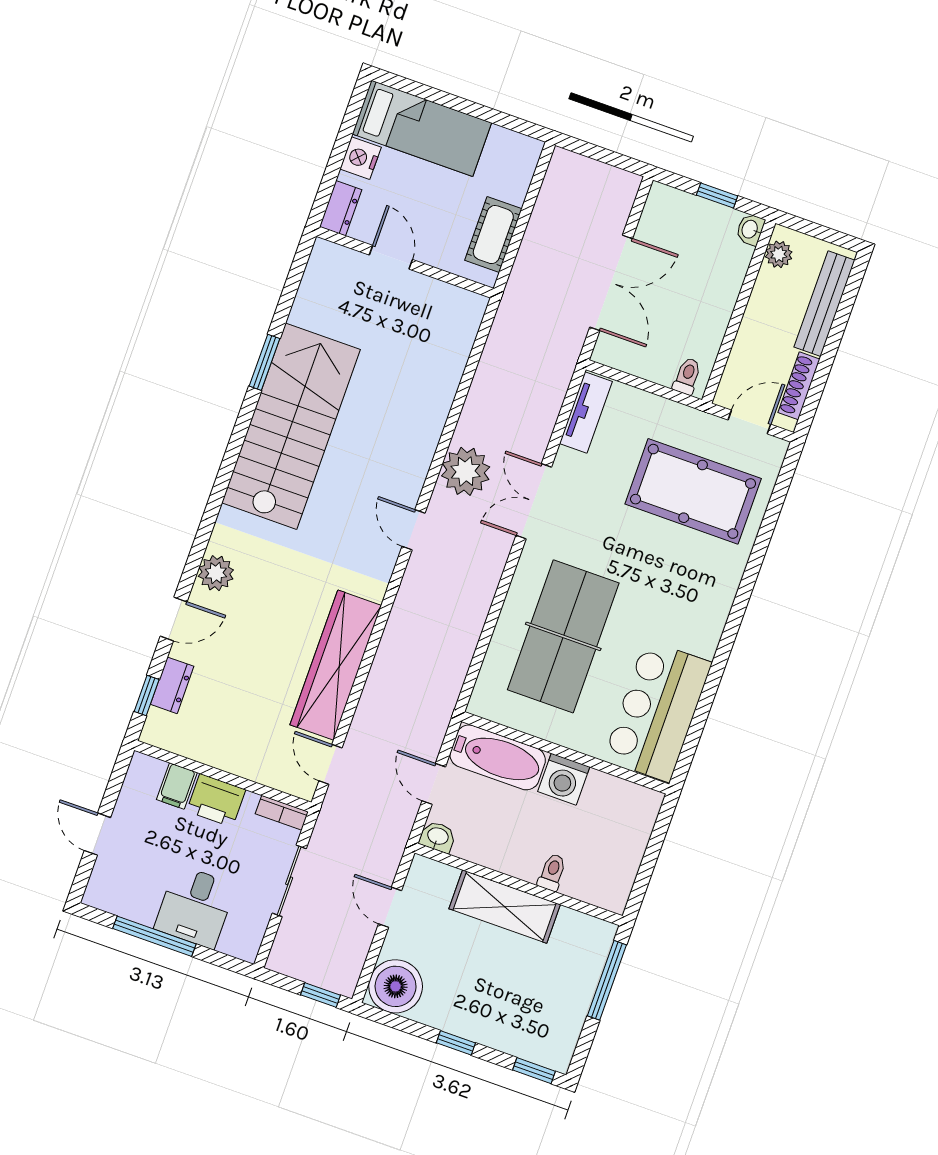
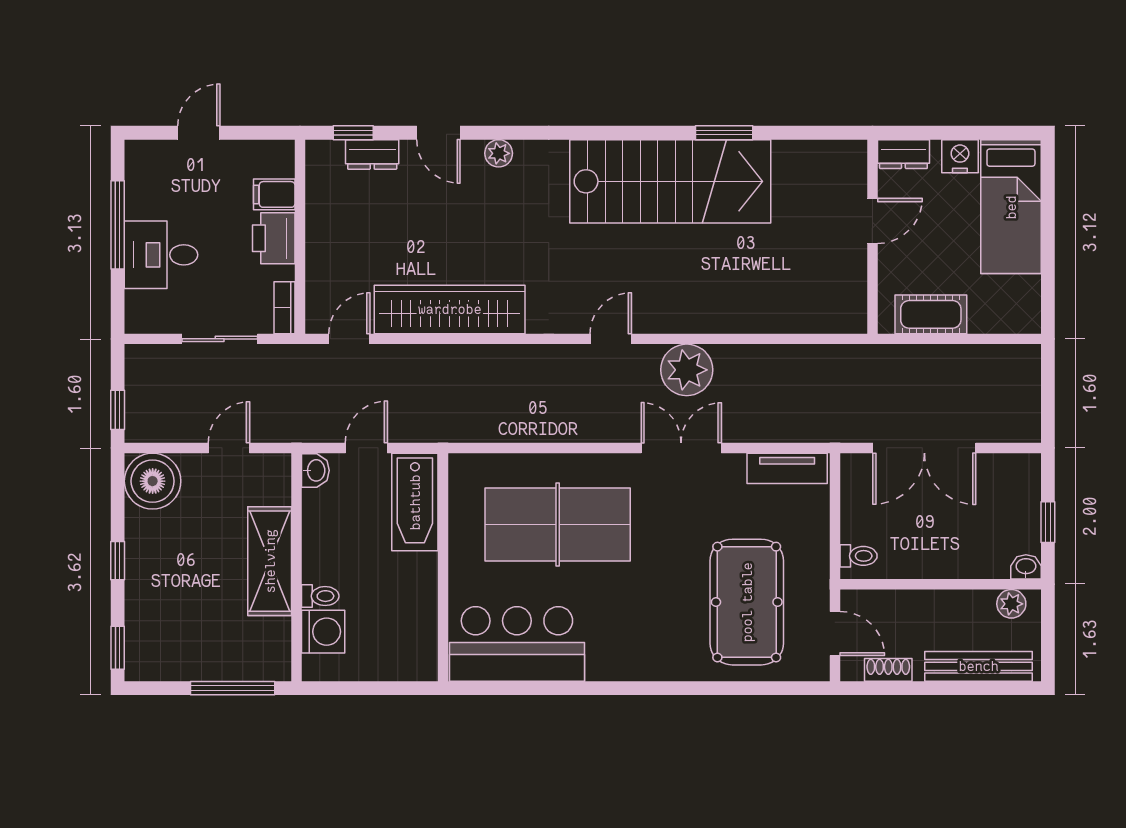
shoe rack: (799, 386) -> (888, 670), width x0.70
plant: (216, 573) -> (499, 153), width x0.73, depth x0.73
washing machine: (564, 779) -> (323, 632), moved, turned 180

